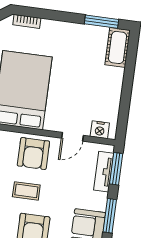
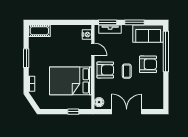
window: (102, 22) -> (26, 58), moved

